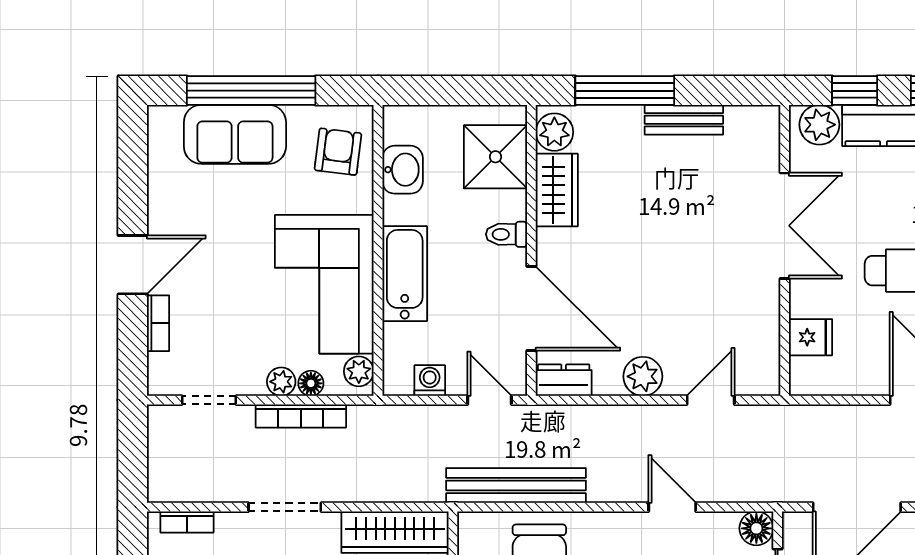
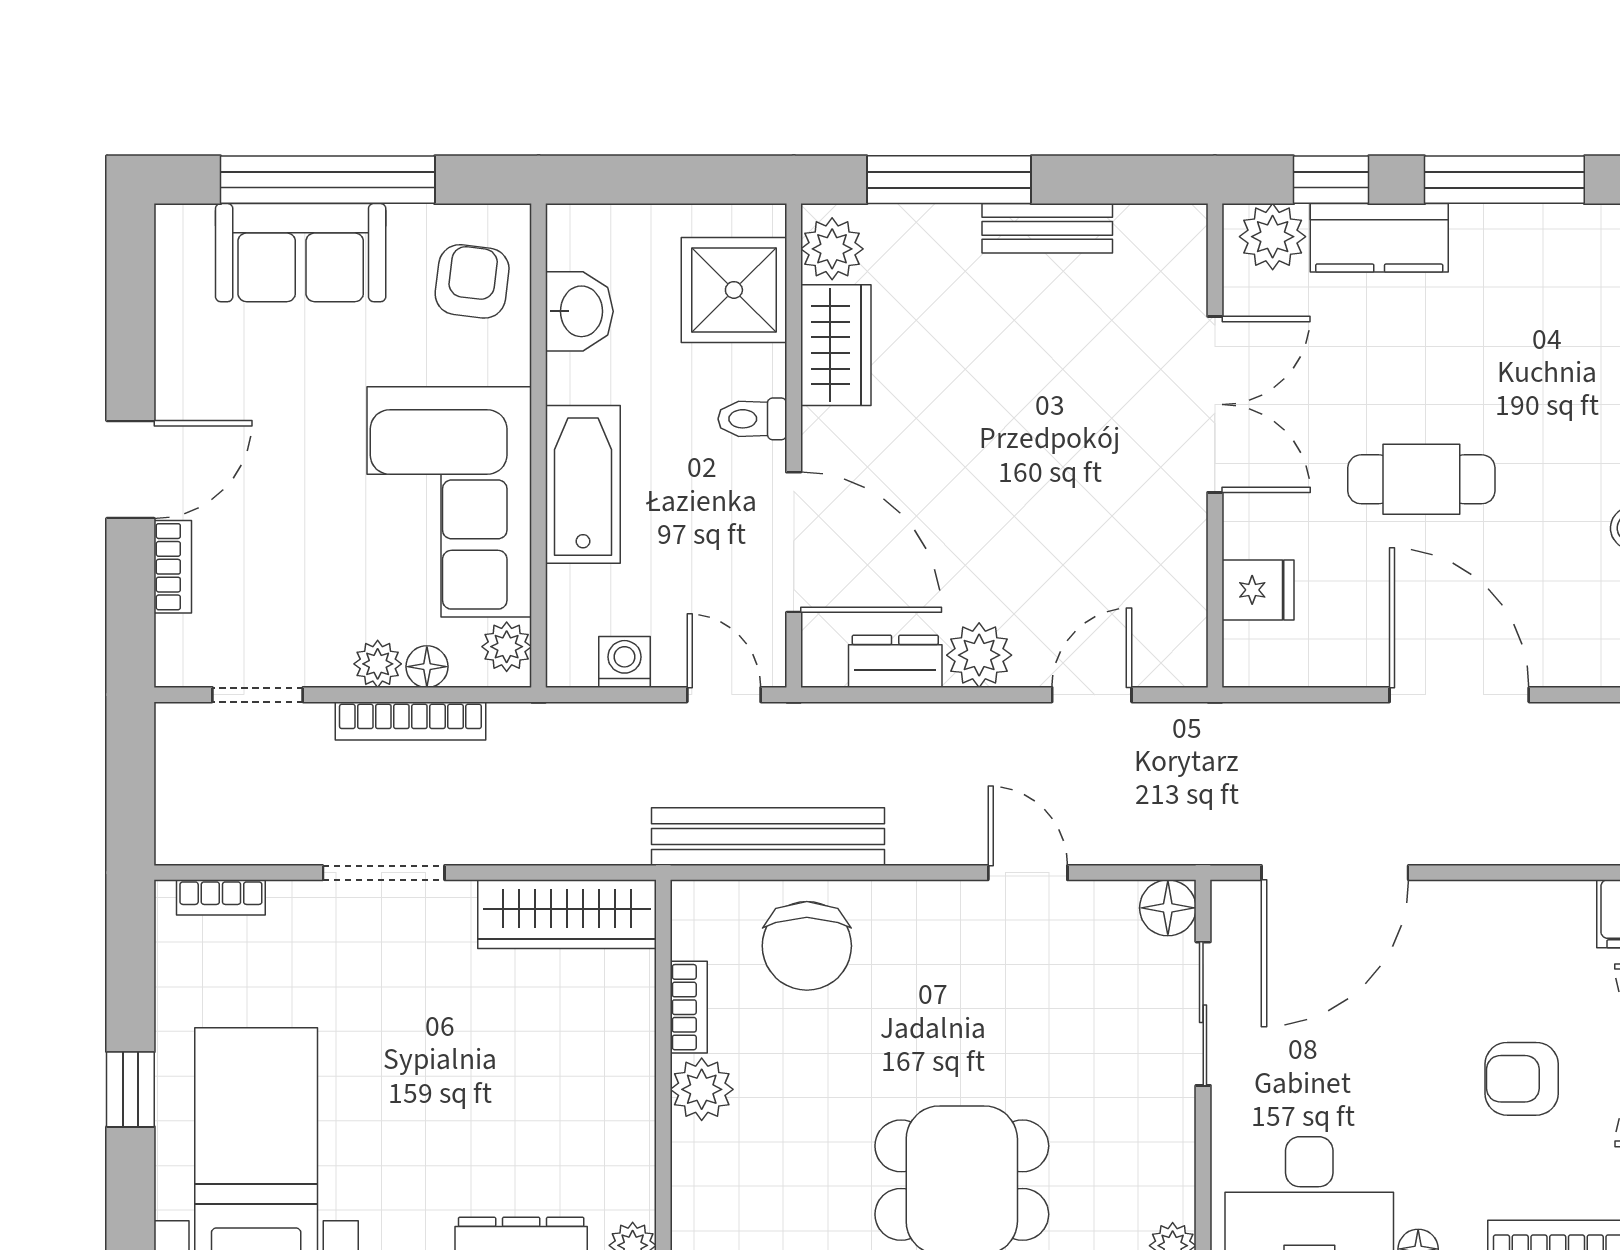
dresser: (564, 380) -> (895, 661), moved

